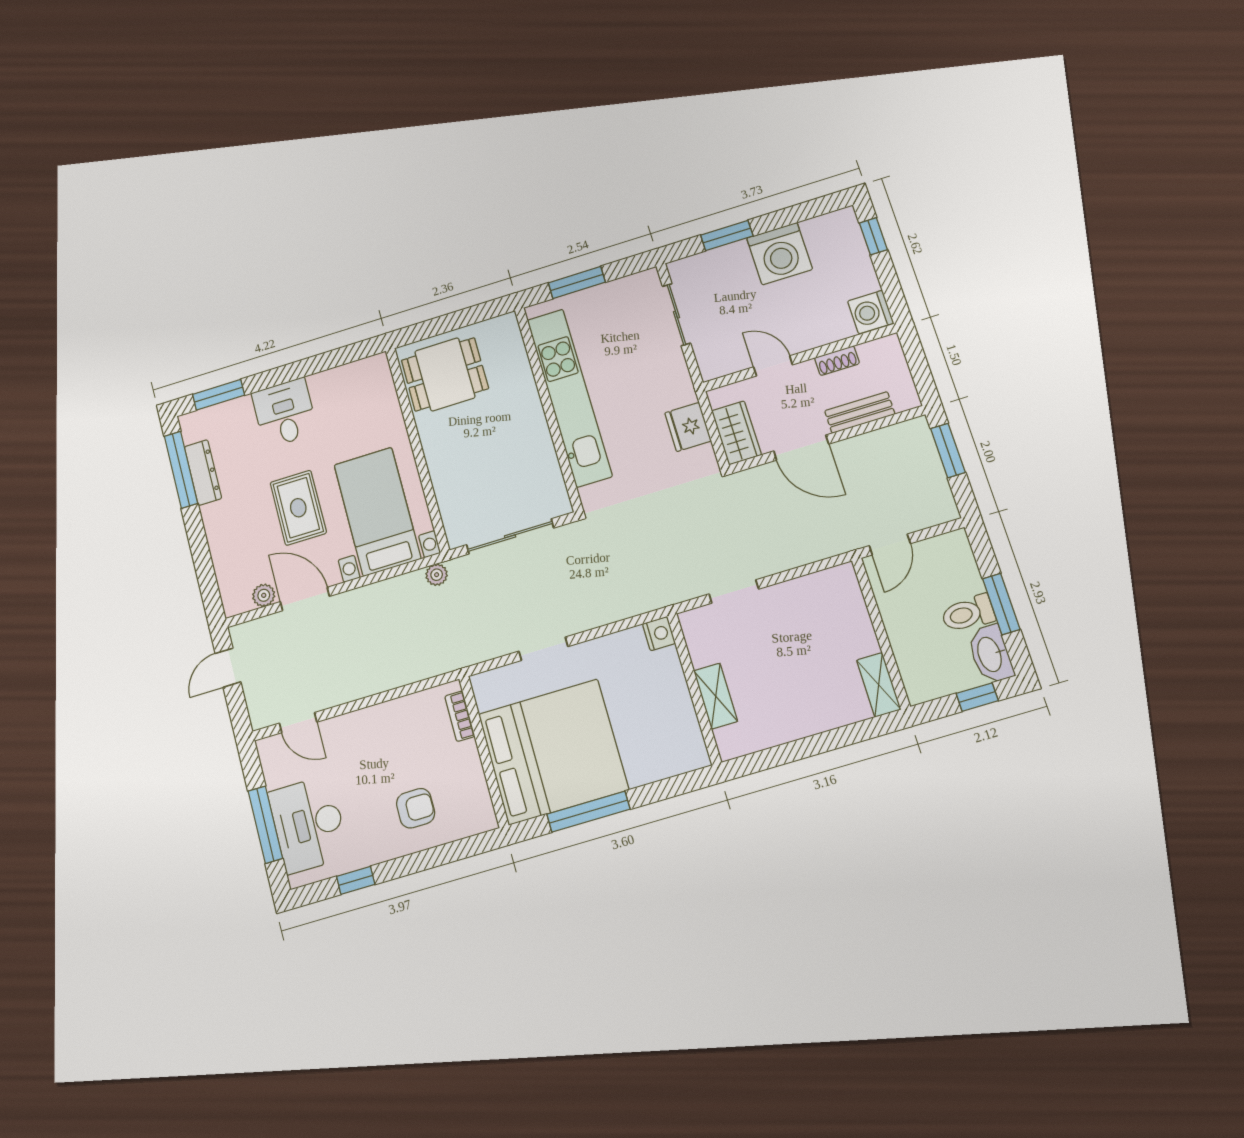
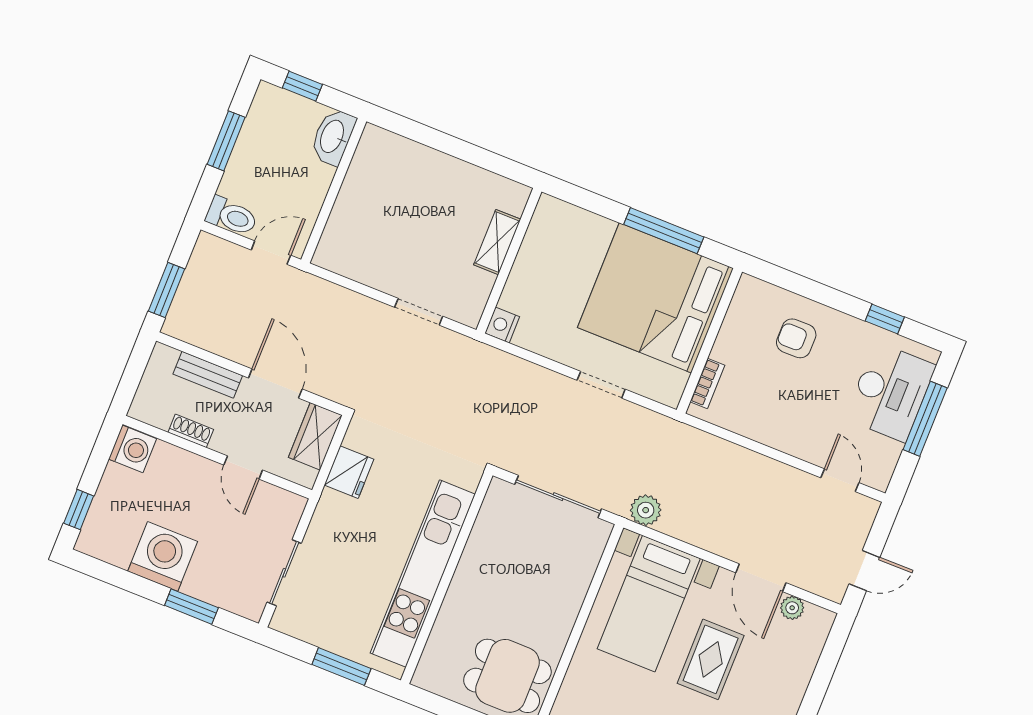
plant: (437, 575) -> (646, 510), width x1.38, depth x1.38
toilet: (968, 614) -> (231, 216), moved
washbasin: (990, 654) -> (333, 137), moved, turned 180
shelving: (879, 685) -> (368, 153), removed

